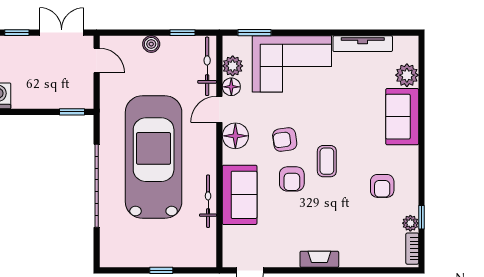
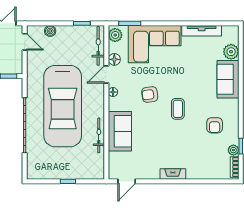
boiler: (151, 44) -> (50, 31), moved
plant: (233, 66) -> (115, 35), moved
floor lamp: (235, 136) -> (113, 92), width x0.53, depth x0.53
car: (154, 157) -> (63, 106), turned 180
armchair: (292, 179) -> (155, 121), removed

